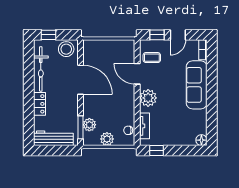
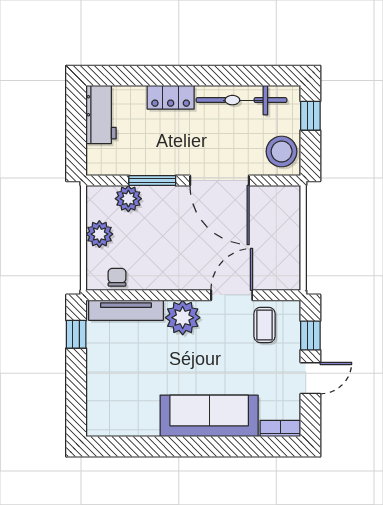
door: (178, 35) -> (310, 378), swing flipped
door: (81, 80) -> (220, 181), hinge flipped
tv unit: (144, 126) -> (126, 310), width x1.41
window: (81, 127) -> (152, 181), moved
workbench: (53, 138) -> (101, 114), width x0.73
floor lamp: (201, 140) -> (97, 426), removed

